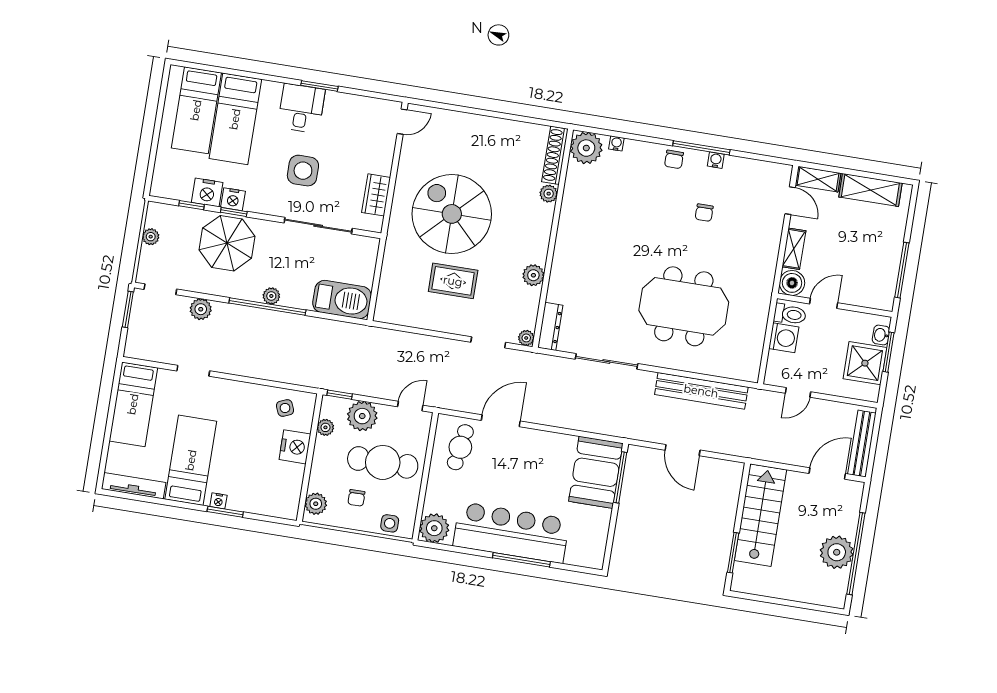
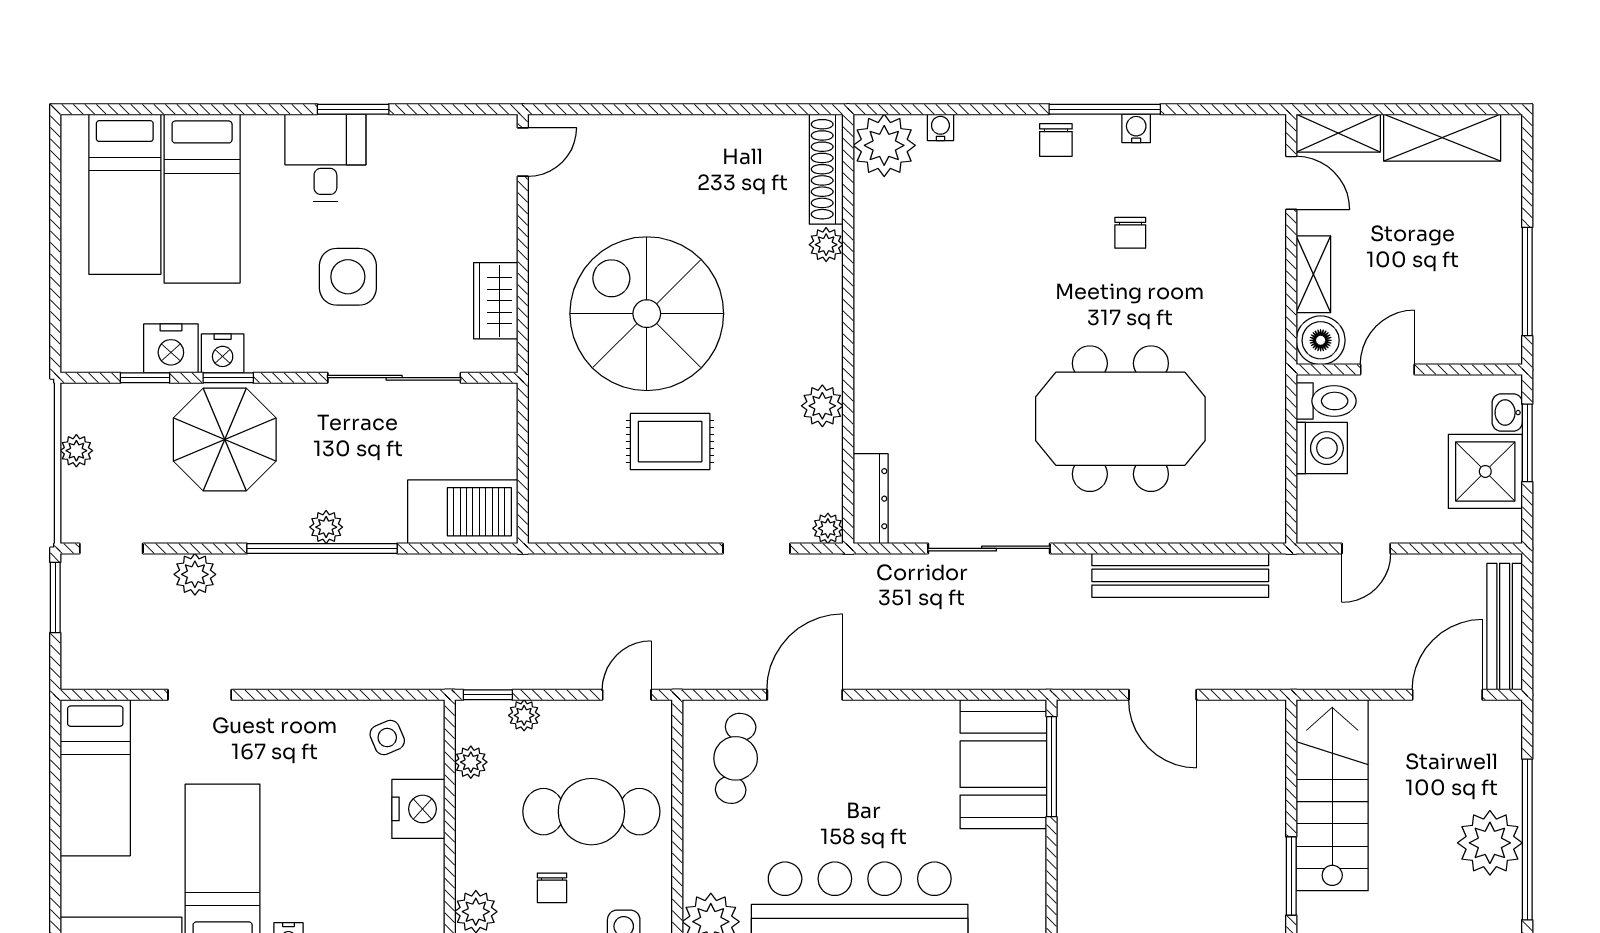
plant: (362, 416) -> (524, 715), width x0.53, depth x0.53

